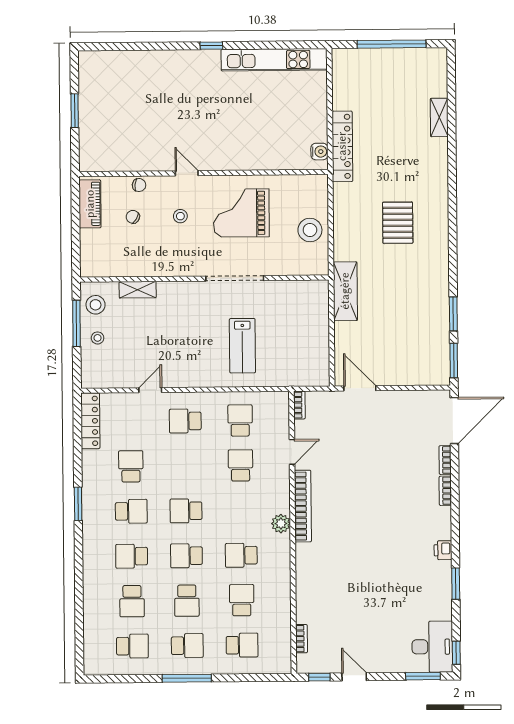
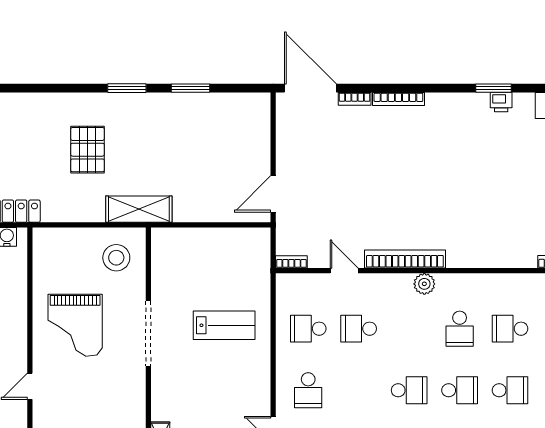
stool: (180, 216) -> (78, 394), removed
pallet: (398, 223) -> (88, 150), turned 90
stool: (310, 230) -> (116, 258), moved
shelving: (345, 291) -> (139, 209), moved
window: (454, 361) -> (127, 88), moved
bookcase: (445, 491) -> (398, 99), width x1.56
school desk: (186, 511) -> (409, 390), turned -90
printer: (443, 550) -> (501, 102), moved
school desk: (186, 556) -> (460, 390), turned -90

